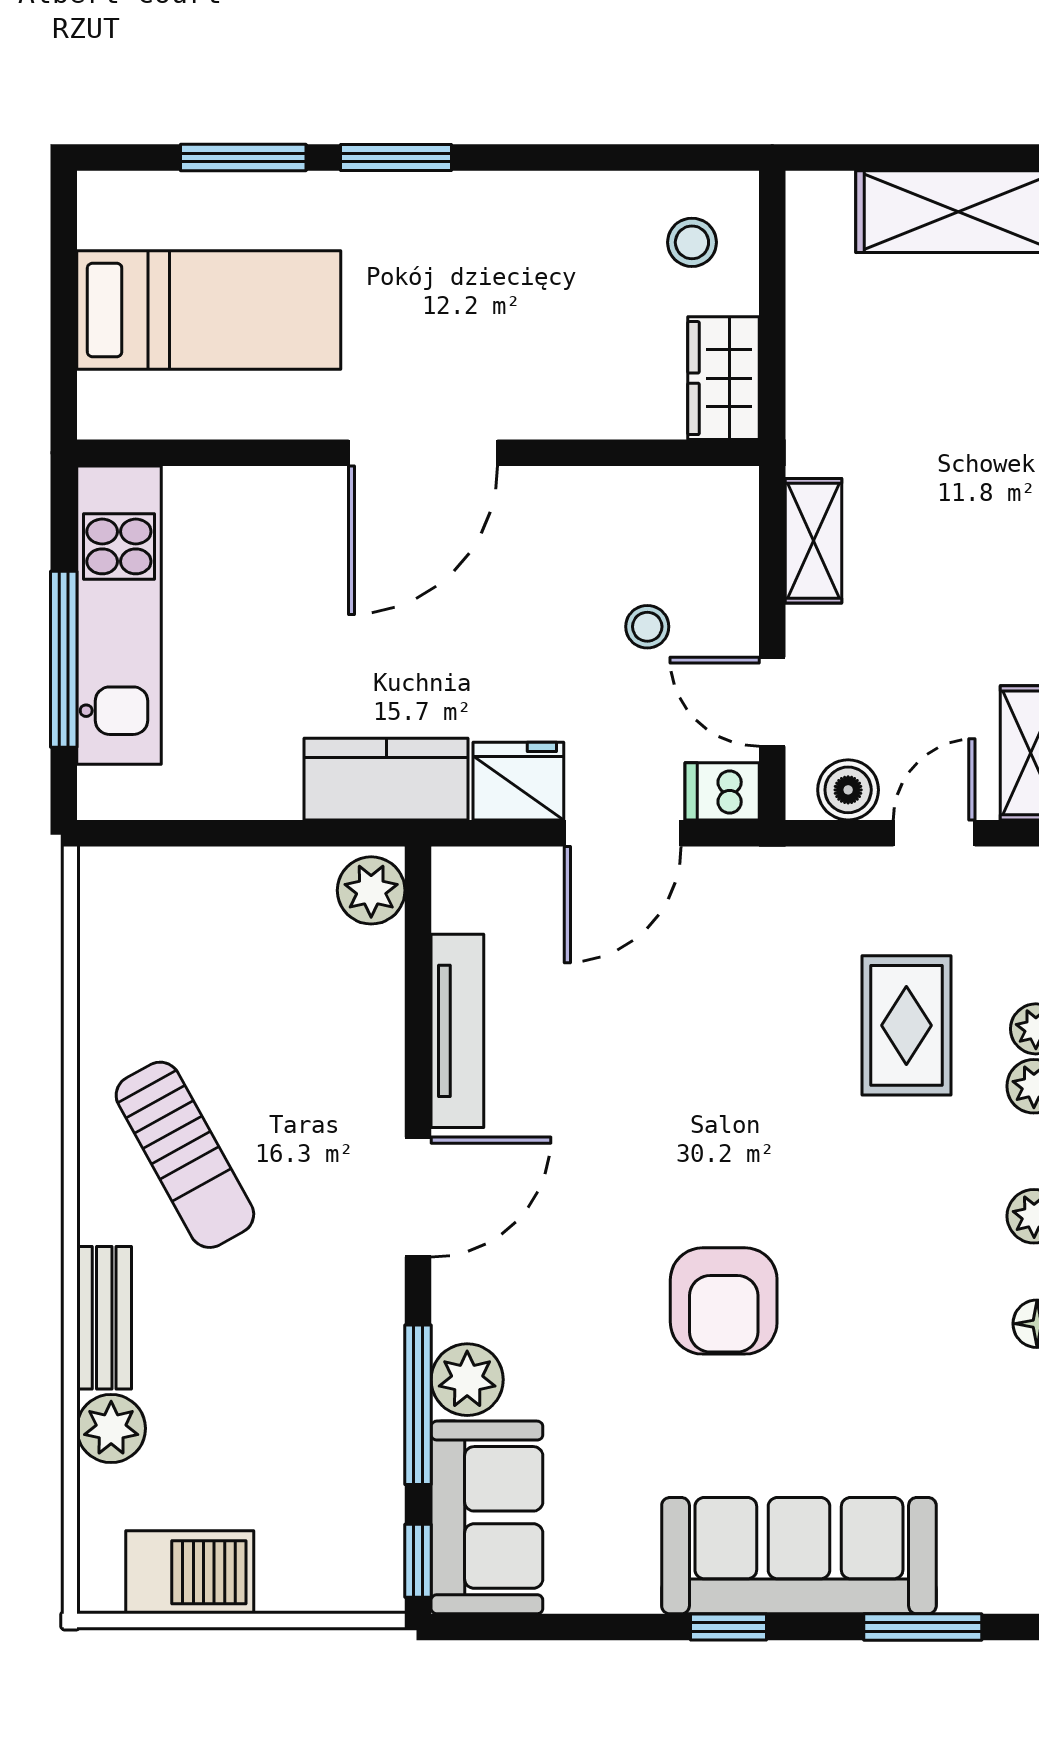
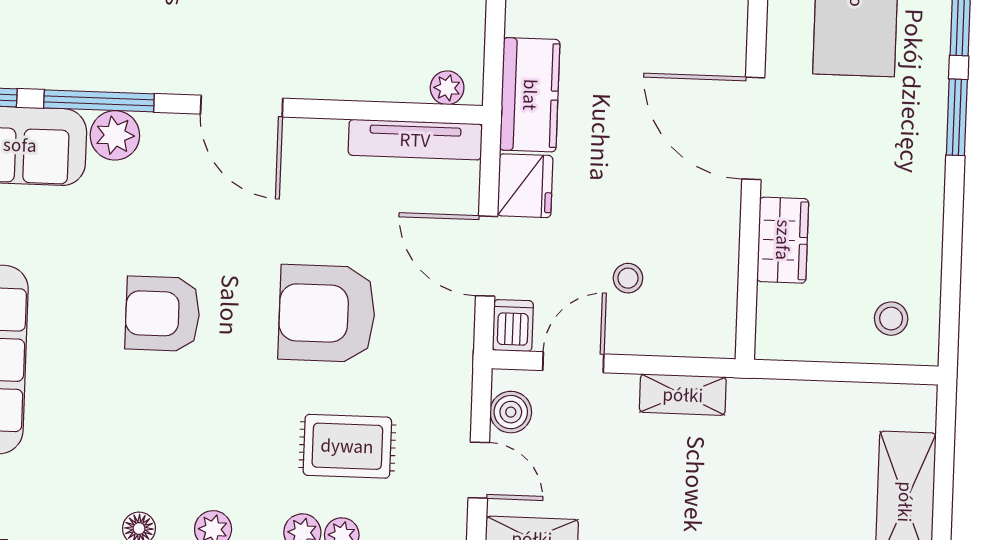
wardrobe: (723, 378) -> (783, 240), moved, turned 90
plant: (371, 890) -> (447, 88), width x0.73, depth x0.73
tv unit: (457, 1031) -> (415, 140), moved
armchair: (715, 1062) -> (327, 313), added

